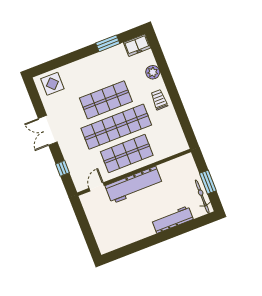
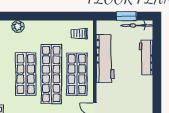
trolley: (159, 100) -> (79, 34), moved
workbench: (134, 185) -> (105, 59), moved

